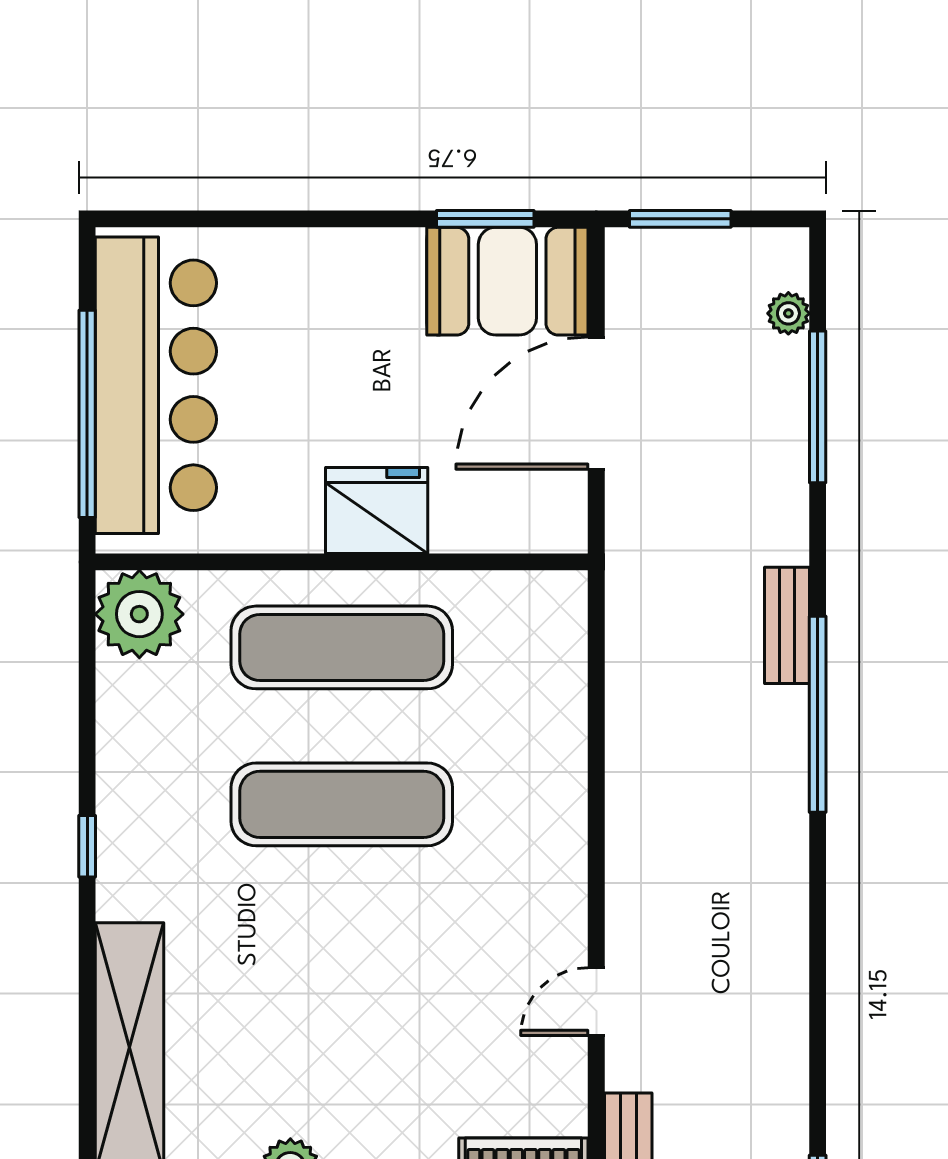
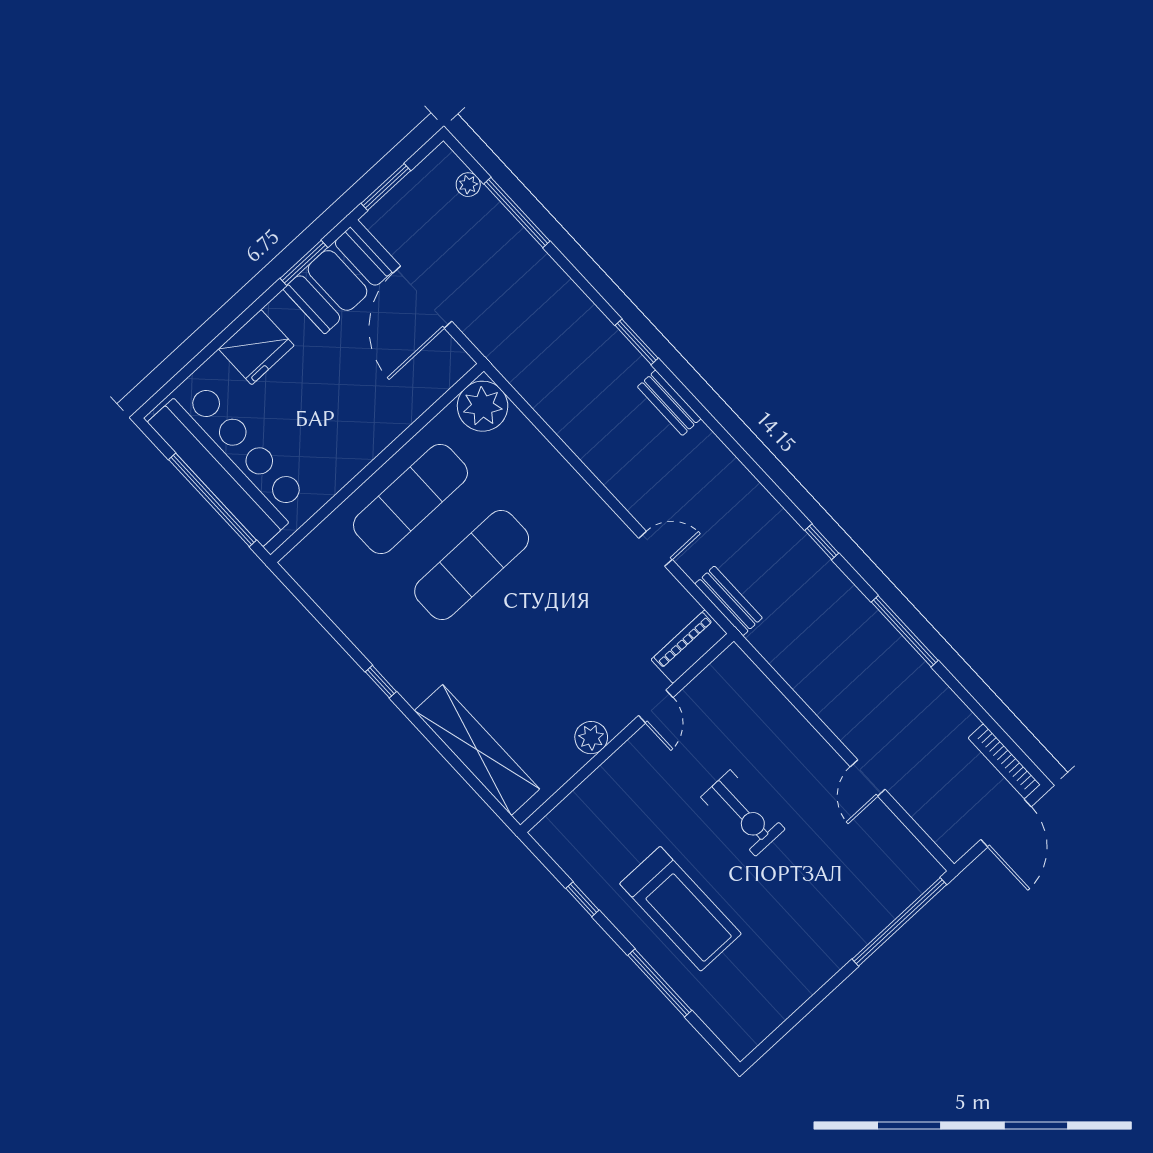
fridge: (377, 510) -> (256, 347), moved, turned 180
plant: (139, 614) -> (483, 406), moved
bench: (787, 625) -> (669, 403), moved
window: (818, 714) -> (637, 342), width x0.47
door: (596, 1002) -> (655, 549), swing flipped

